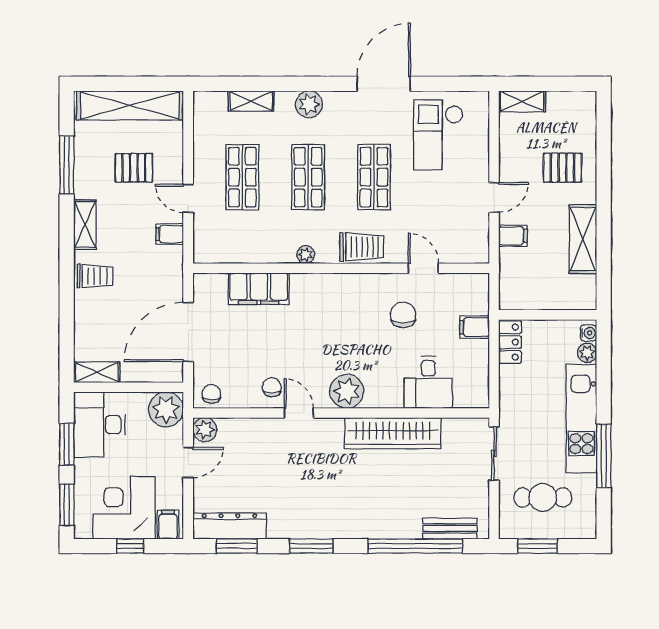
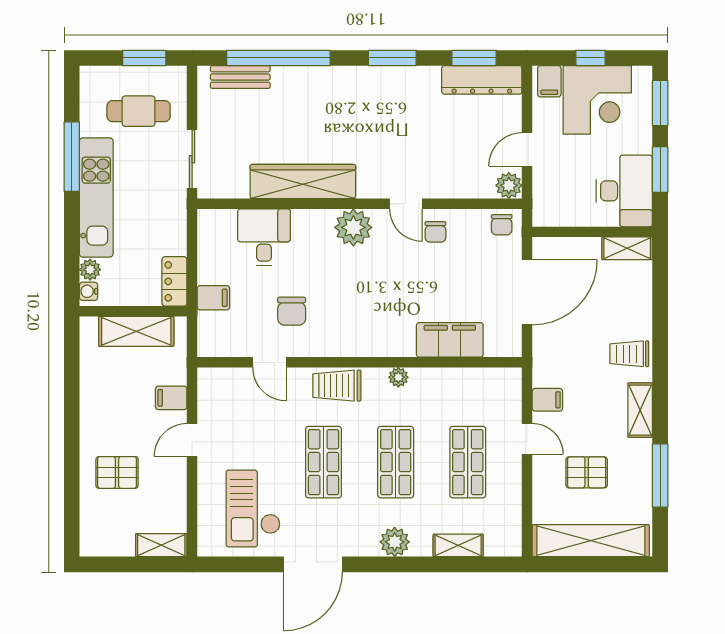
checkout: (438, 135) -> (253, 509), turned 180
shelving: (583, 239) -> (136, 331), moved, turned 90
plant: (166, 409) -> (551, 208), removed

